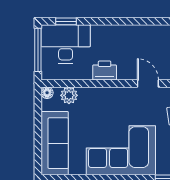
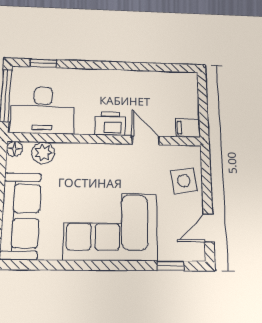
desk: (66, 44) -> (43, 110), moved, turned 180
printer: (105, 71) -> (110, 123), moved

